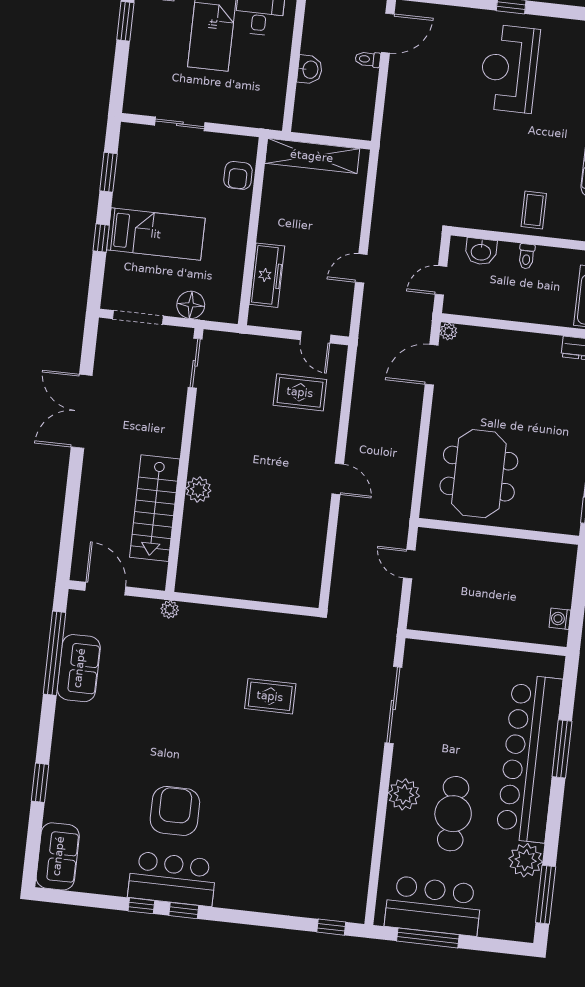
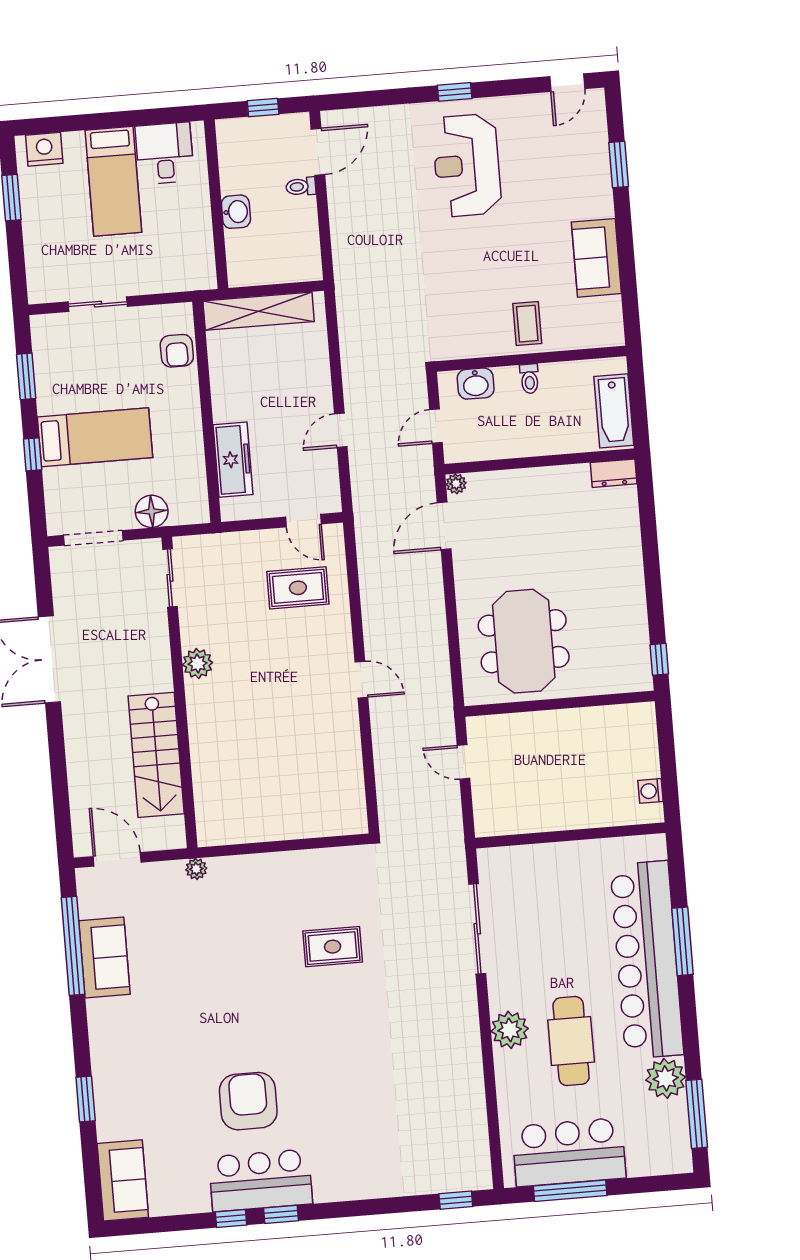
plant: (198, 490) -> (198, 664), moved

